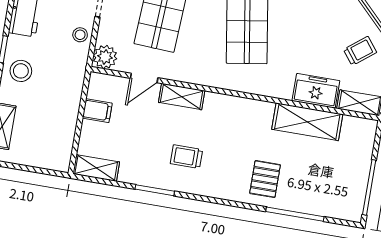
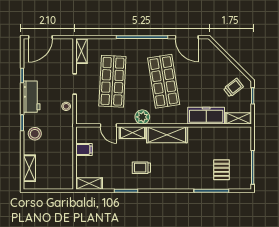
plant: (105, 57) -> (142, 117), moved
door: (144, 78) -> (108, 125), hinge flipped
freezer: (316, 91) -> (206, 116), width x1.40
shelving: (307, 122) -> (167, 135), moved
pallet: (265, 179) -> (222, 170), moved

